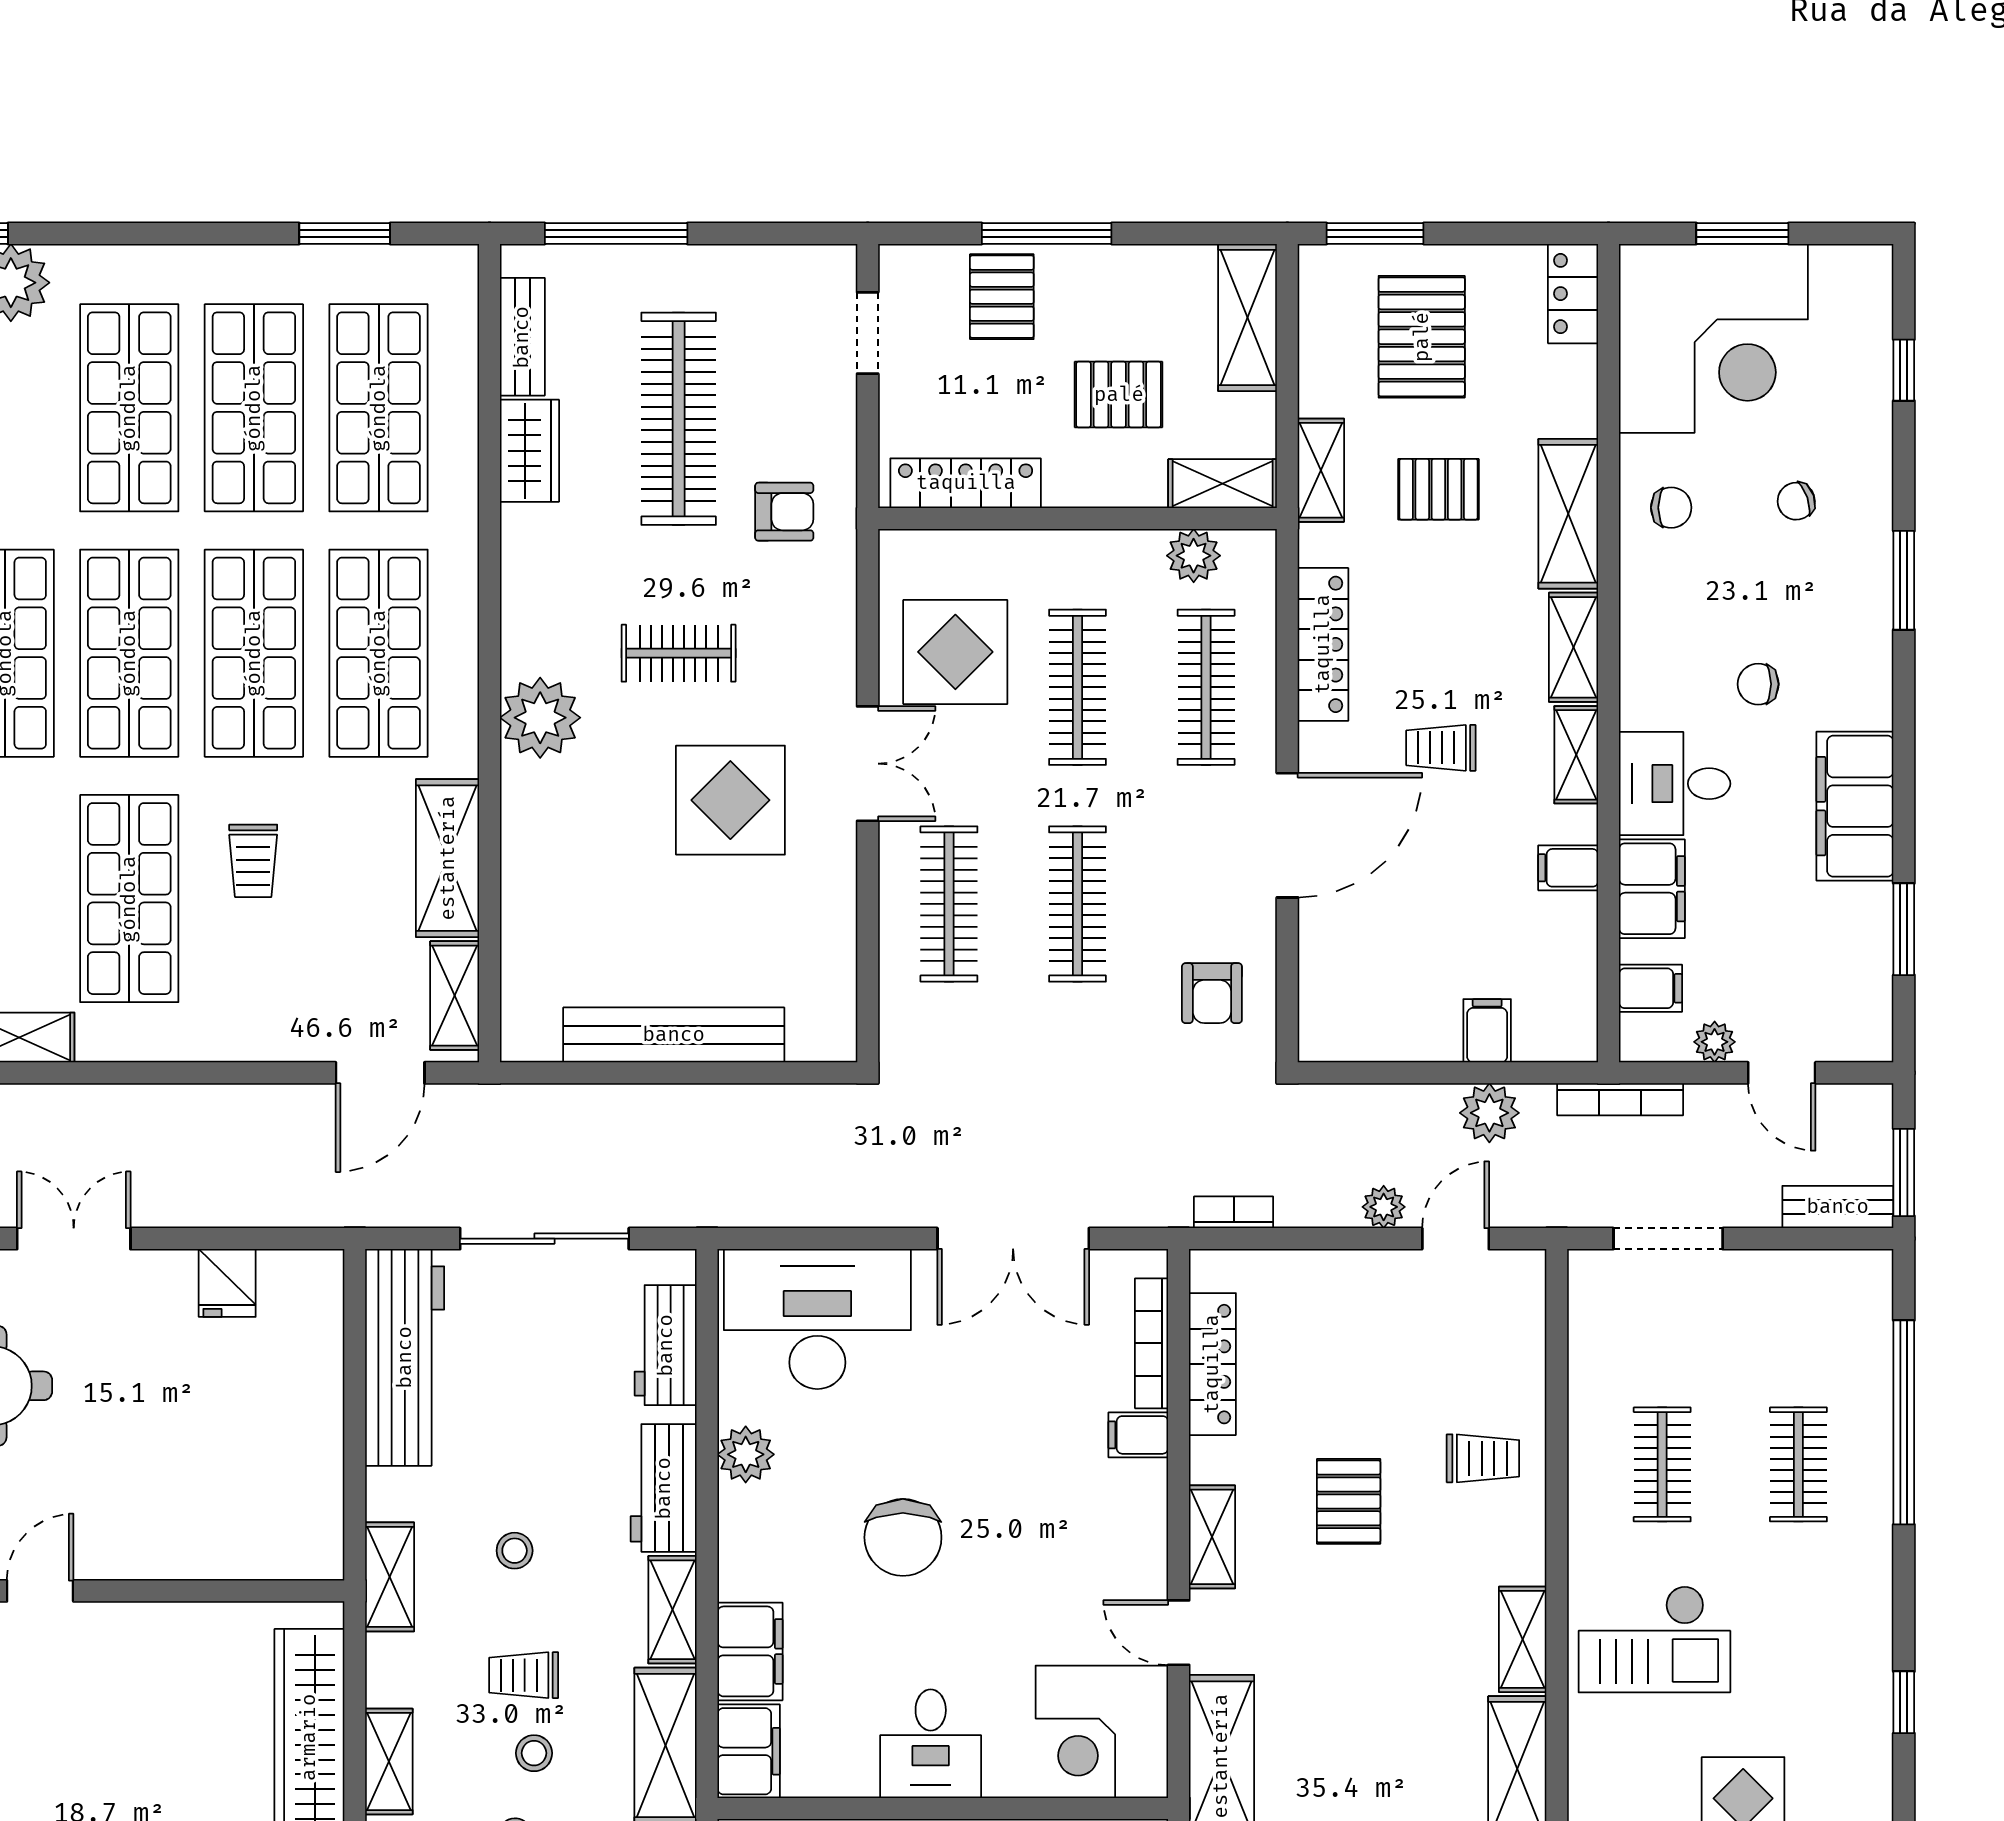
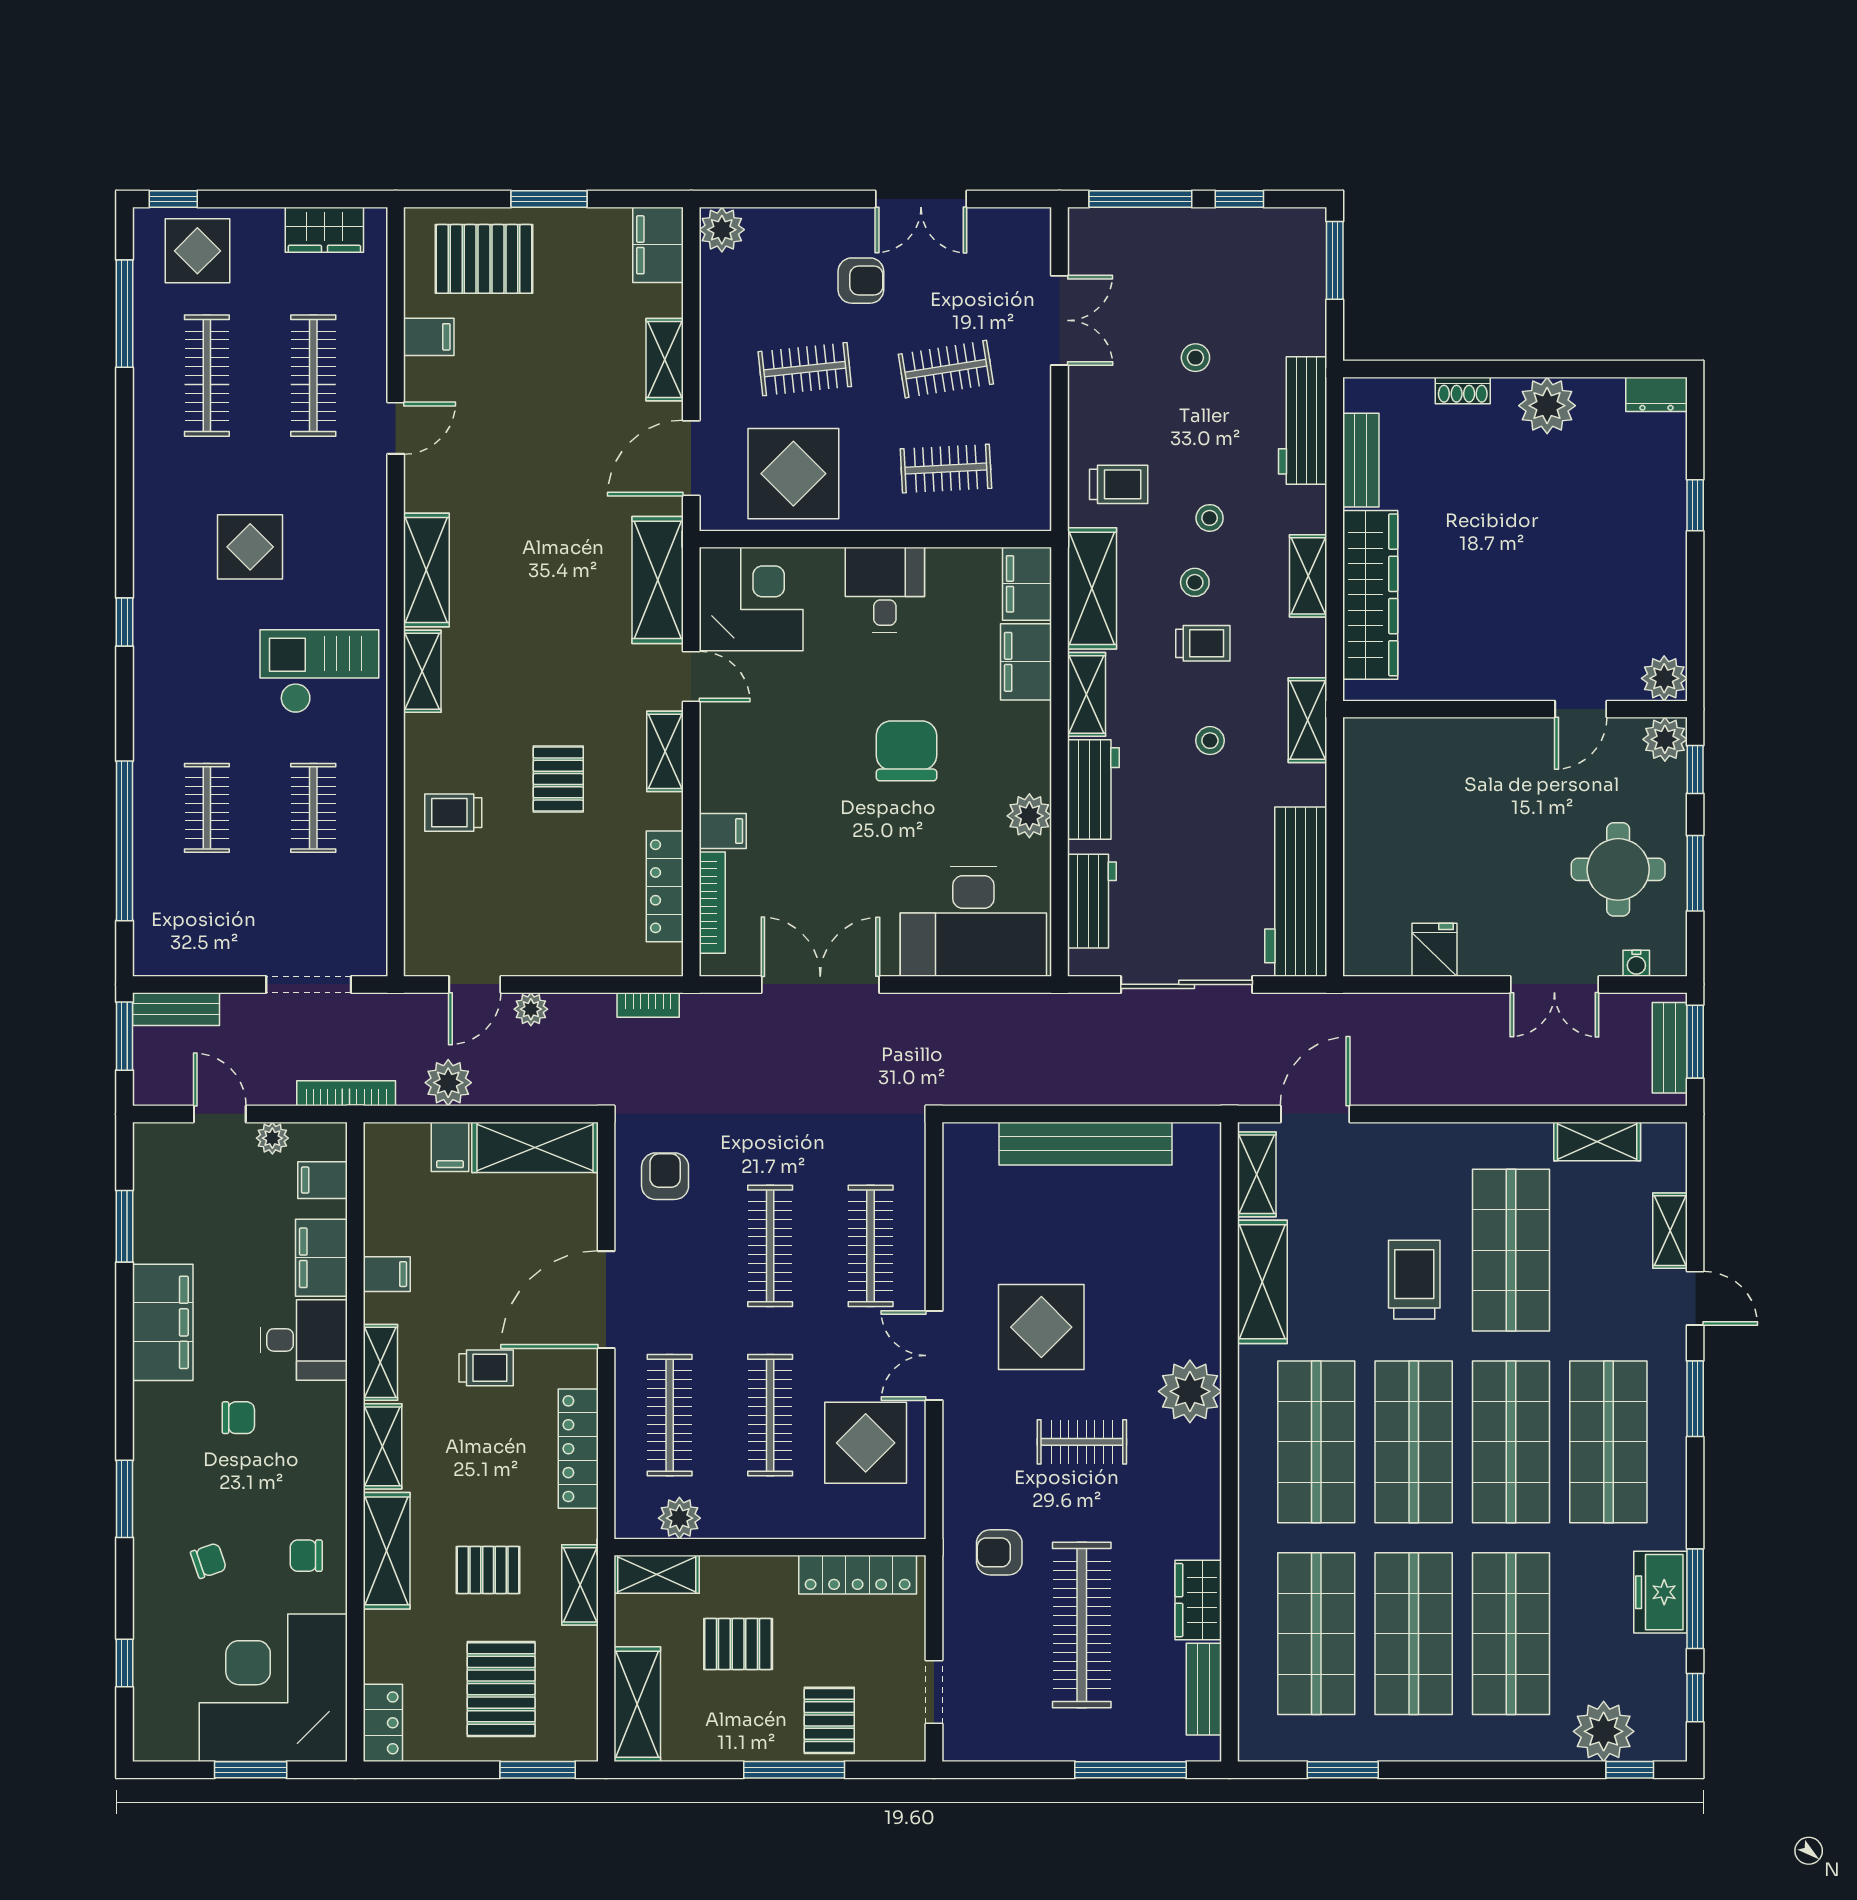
trolley: (253, 861) -> (1414, 1280), width x1.36, depth x1.39
shelving: (1378, 1030) -> (535, 1147), added

